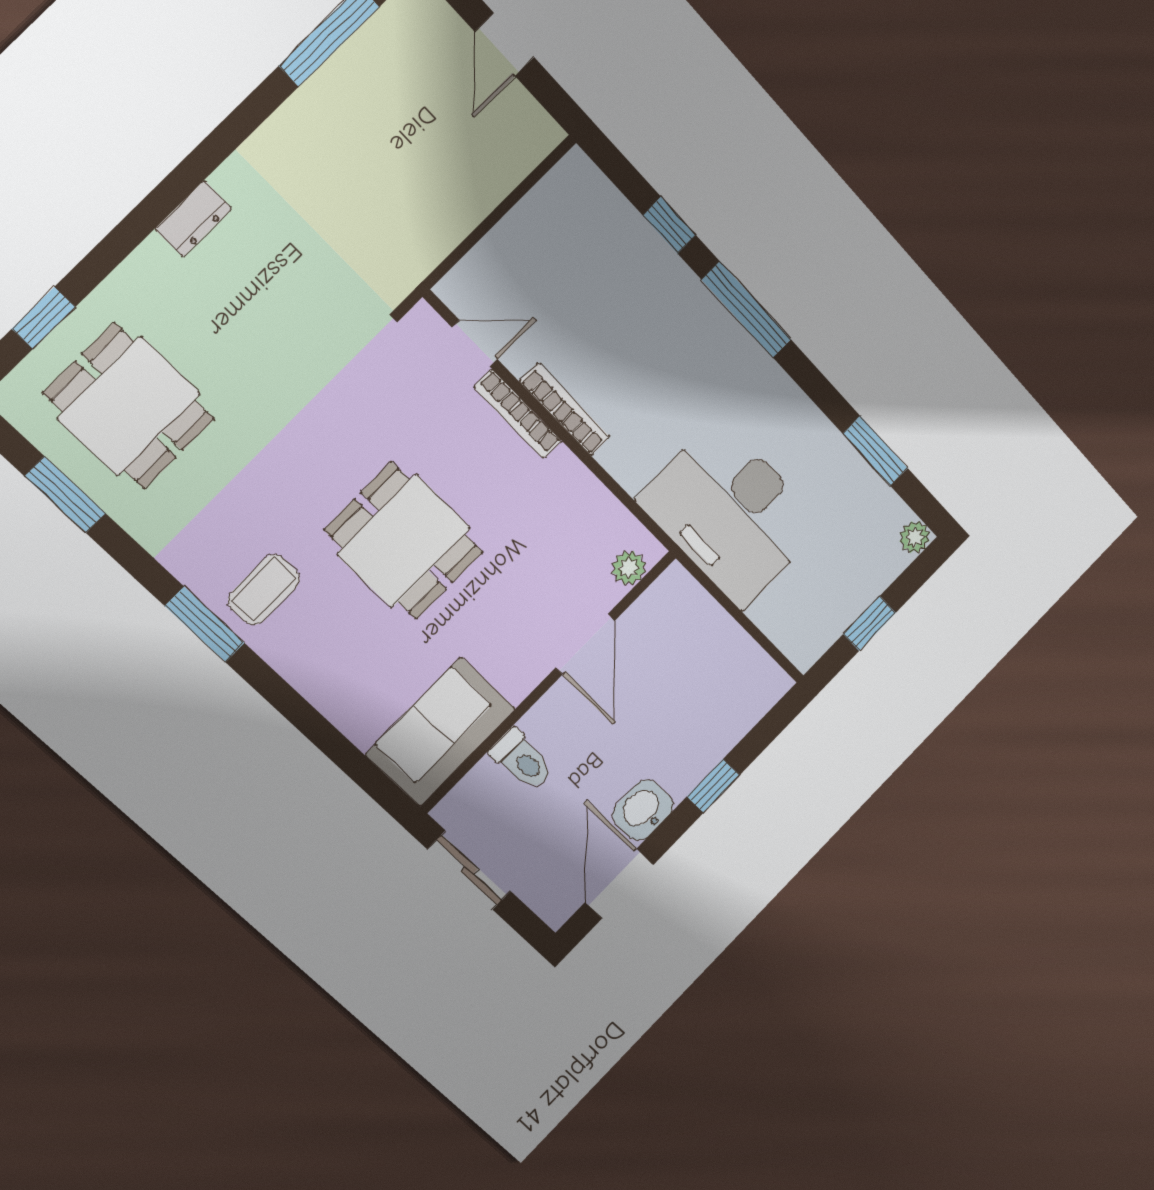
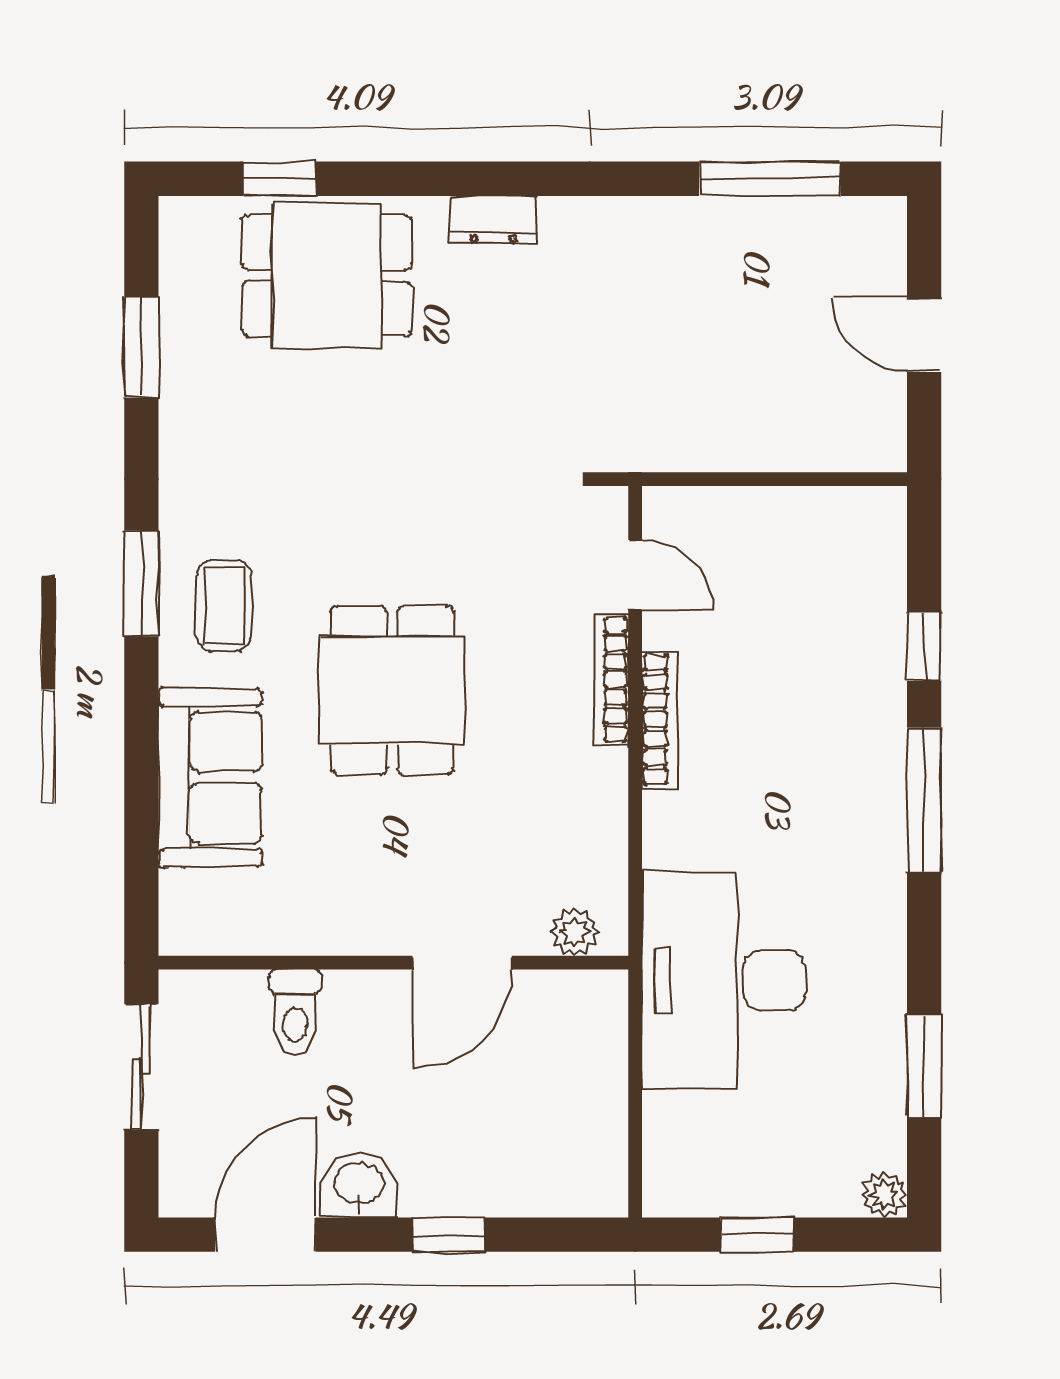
door: (504, 44) -> (924, 335), hinge flipped
dining table: (129, 406) -> (327, 276), moved, turned 90
coffee table: (264, 590) -> (224, 606), turned 90
sofa: (440, 732) -> (210, 778), moved, turned 90

